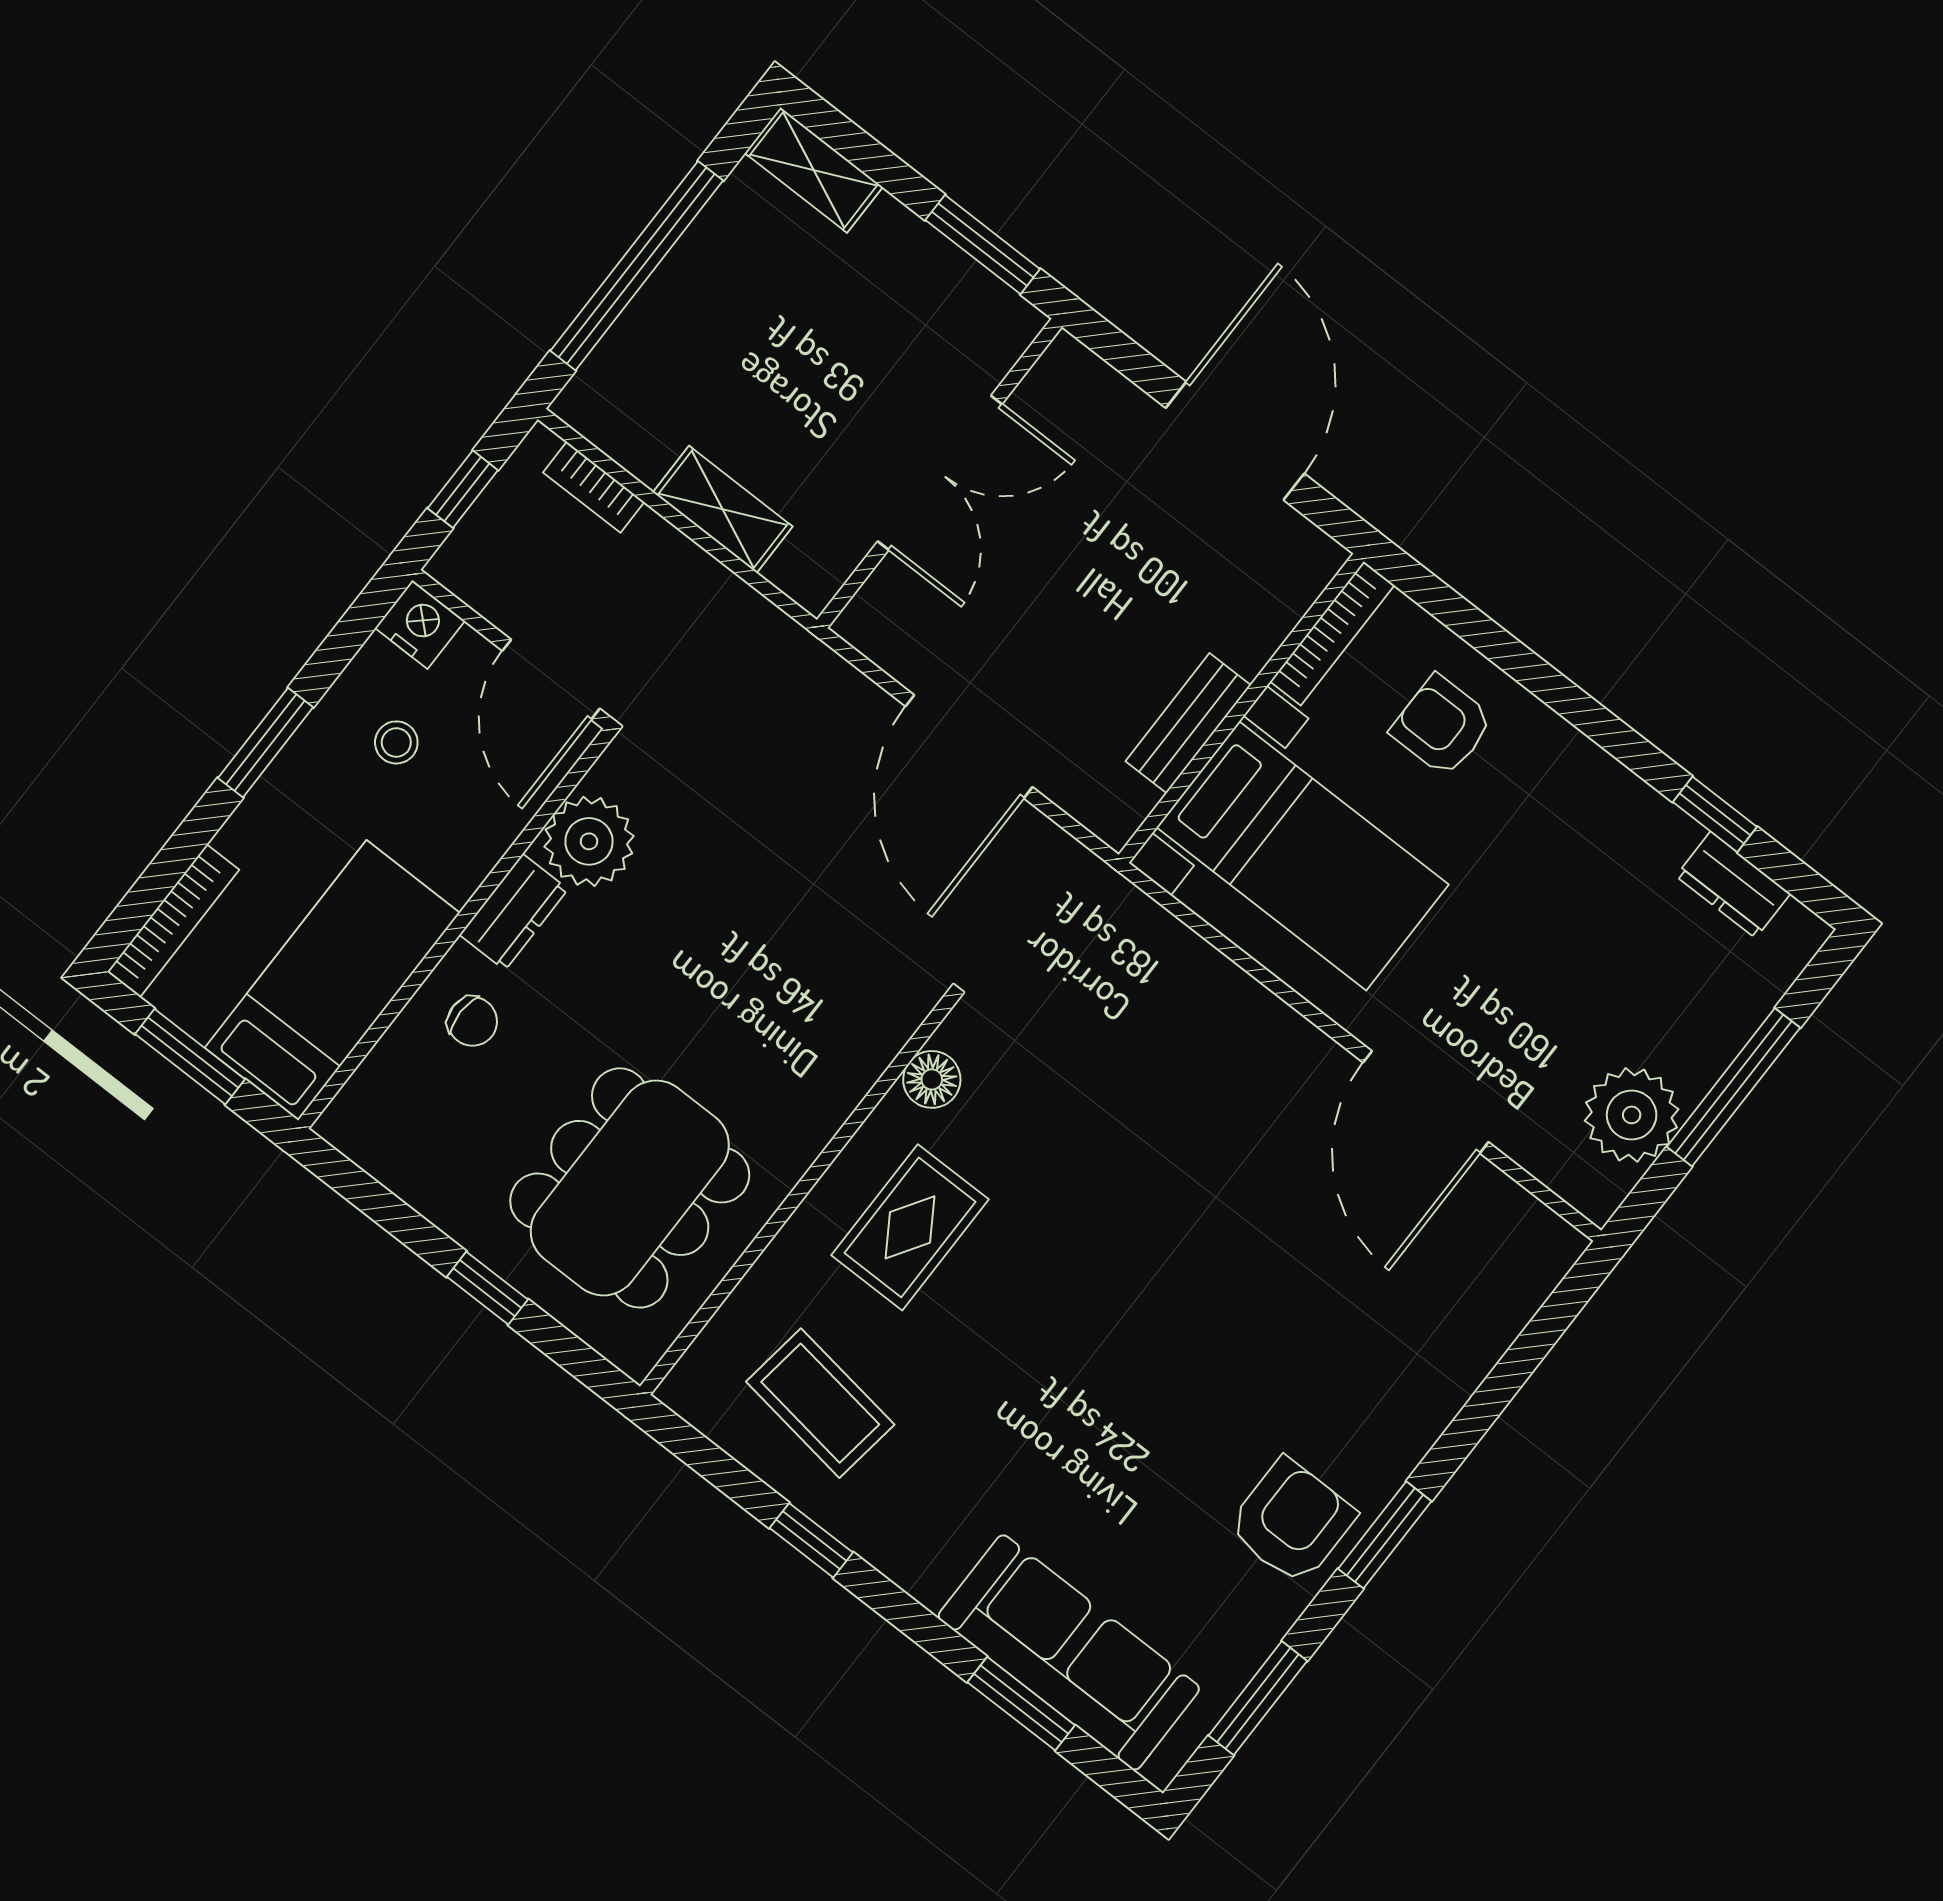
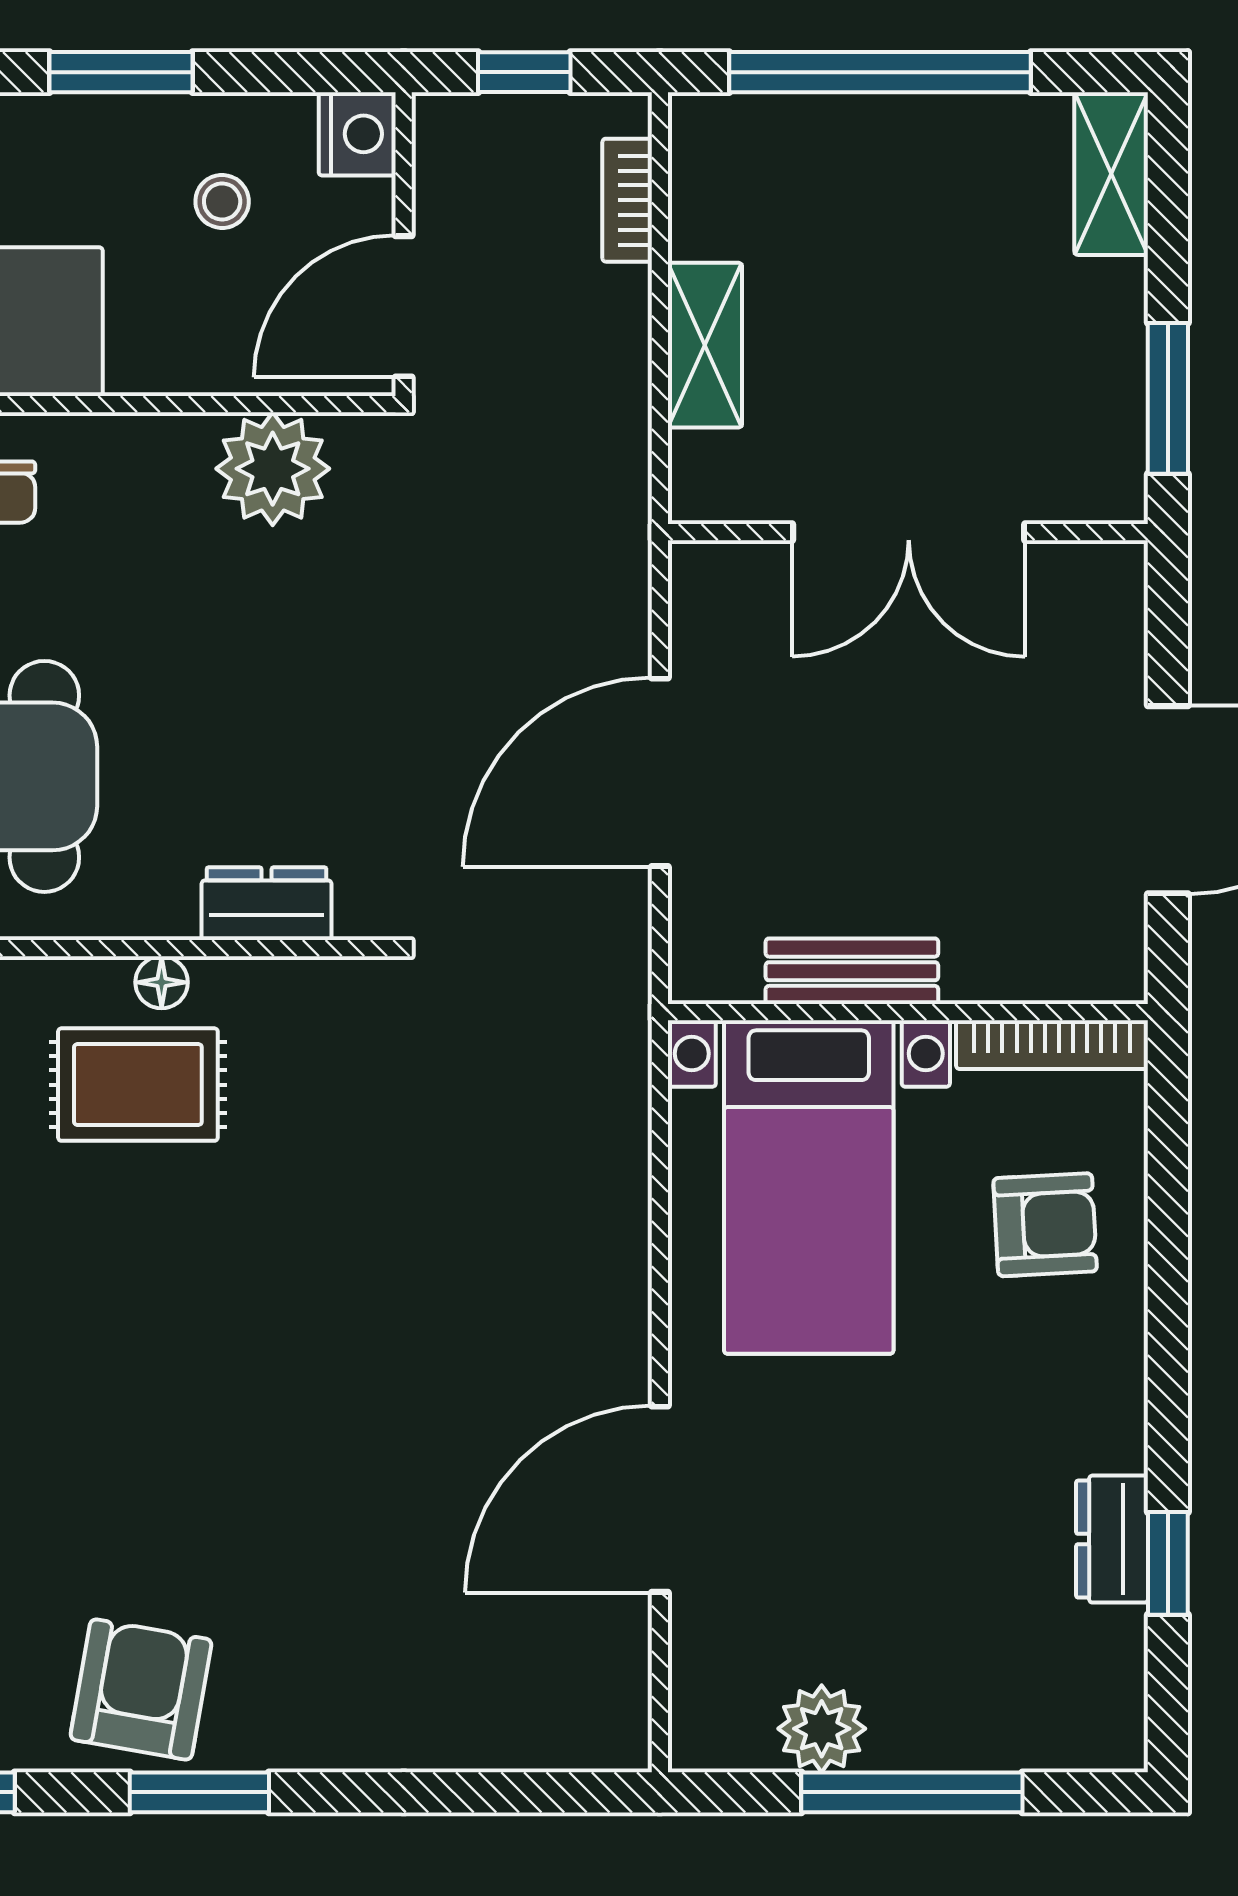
armchair: (1442, 726) -> (1045, 1225), turned 87
dresser: (1733, 885) -> (1112, 1539), moved
dresser: (514, 912) -> (267, 904), moved, turned 180
floor lamp: (932, 1079) -> (162, 982), moved, width x0.73, depth x0.73
plant: (1632, 1115) -> (822, 1729), width x0.73, depth x0.73
armchair: (1292, 1521) -> (141, 1689), turned -80

